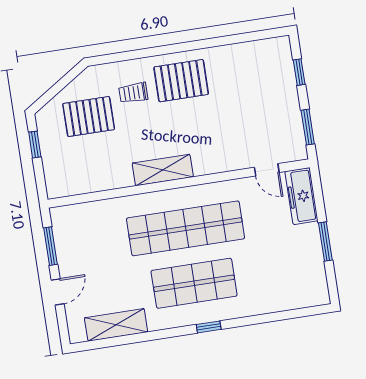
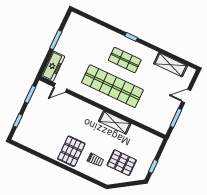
pallet: (181, 81) -> (71, 151), turned 90
shelving: (163, 170) -> (115, 122), moved
door: (267, 170) -> (60, 88), swing flipped
shop shelf: (194, 283) -> (125, 60), width x0.70, depth x0.74

